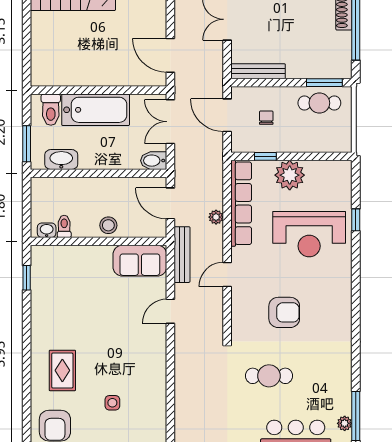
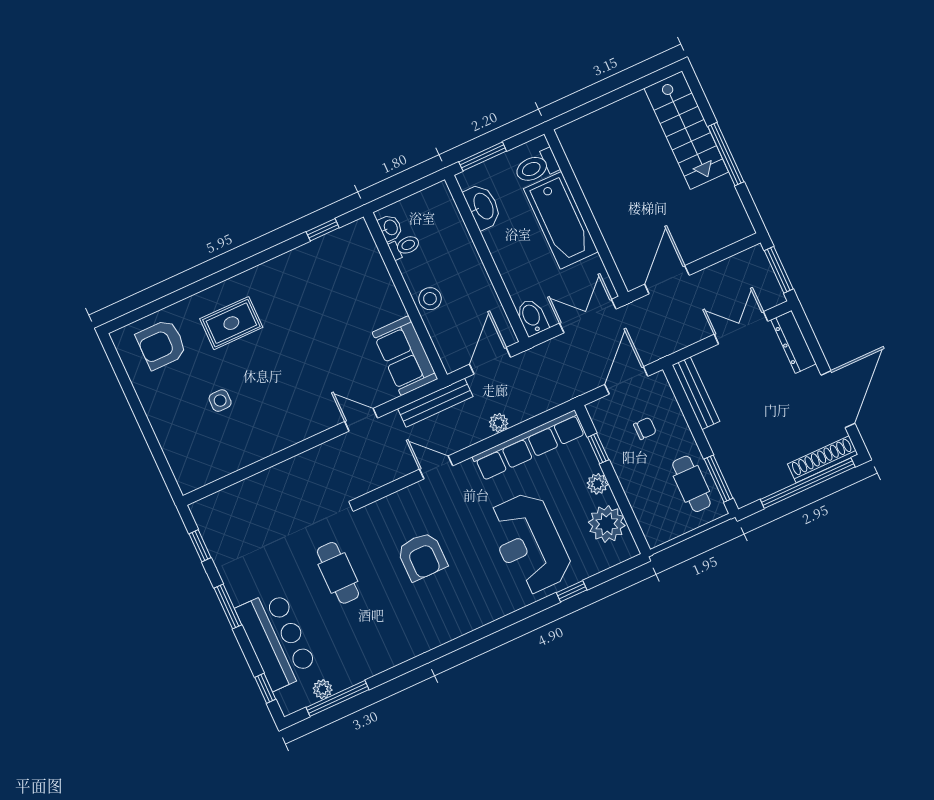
plant: (320, 174) -> (607, 524), added
plant: (290, 175) -> (597, 484), width x0.53, depth x0.53

